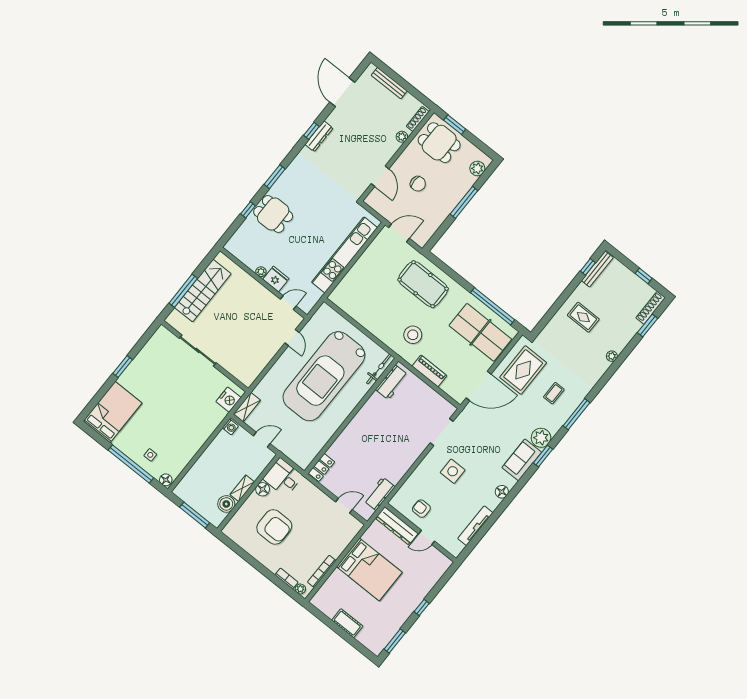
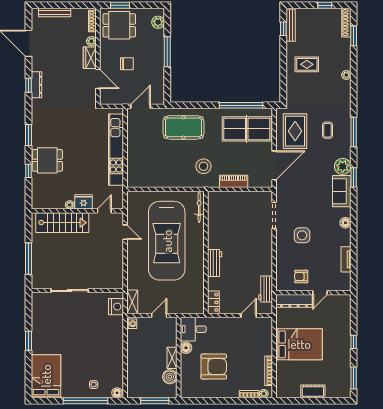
wardrobe: (388, 151) -> (90, 58), added
stairs: (203, 291) -> (62, 223), moved, turned 90
workbench: (392, 382) -> (215, 263), moved
tv unit: (475, 526) -> (346, 259), width x0.71

